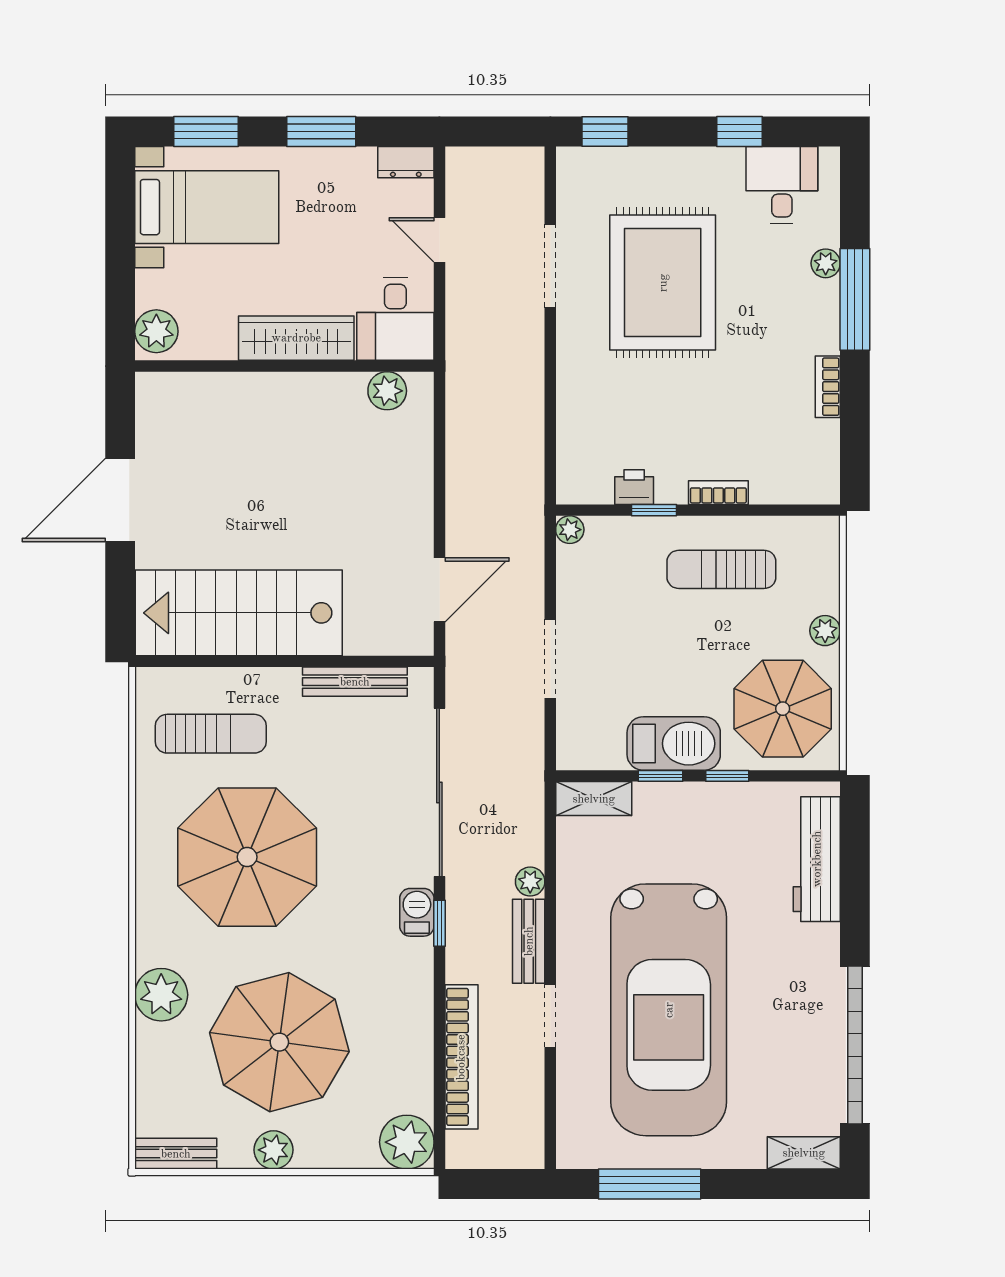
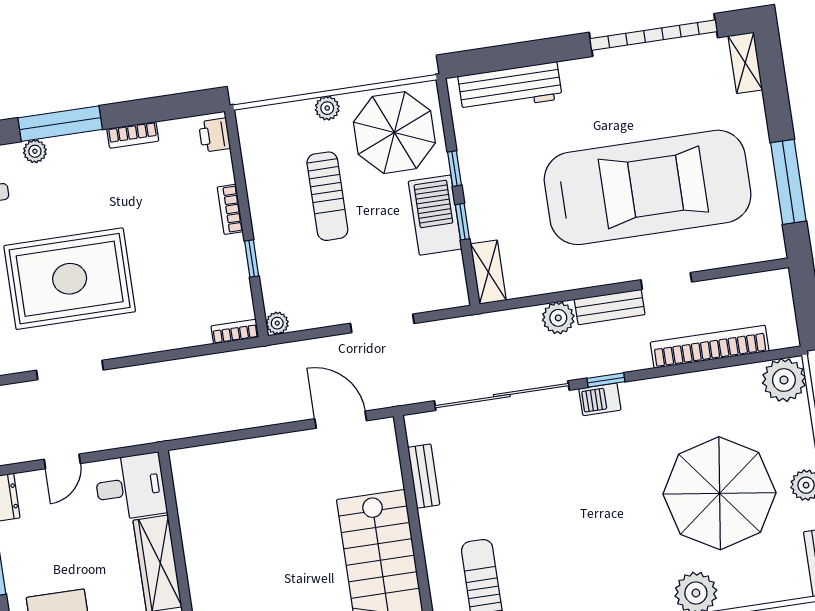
plant: (387, 391) -> (188, 485), removed
bookcase: (567, 476) -> (235, 332), added
printer: (634, 487) -> (214, 135), moved
sun lounger: (721, 569) -> (327, 196), moved
bench: (355, 682) -> (424, 476), width x0.73
parasol: (247, 857) -> (576, 541), removed
plant: (530, 882) -> (558, 318), width x1.38, depth x1.38

